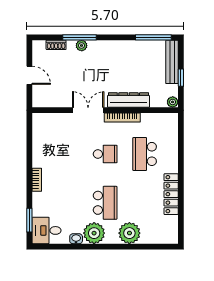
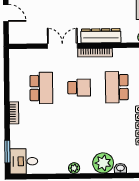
school desk: (105, 203) -> (41, 88), moved
plant: (94, 233) -> (74, 168), width x0.53, depth x0.53
washbasin: (76, 239) -> (120, 168), moved

